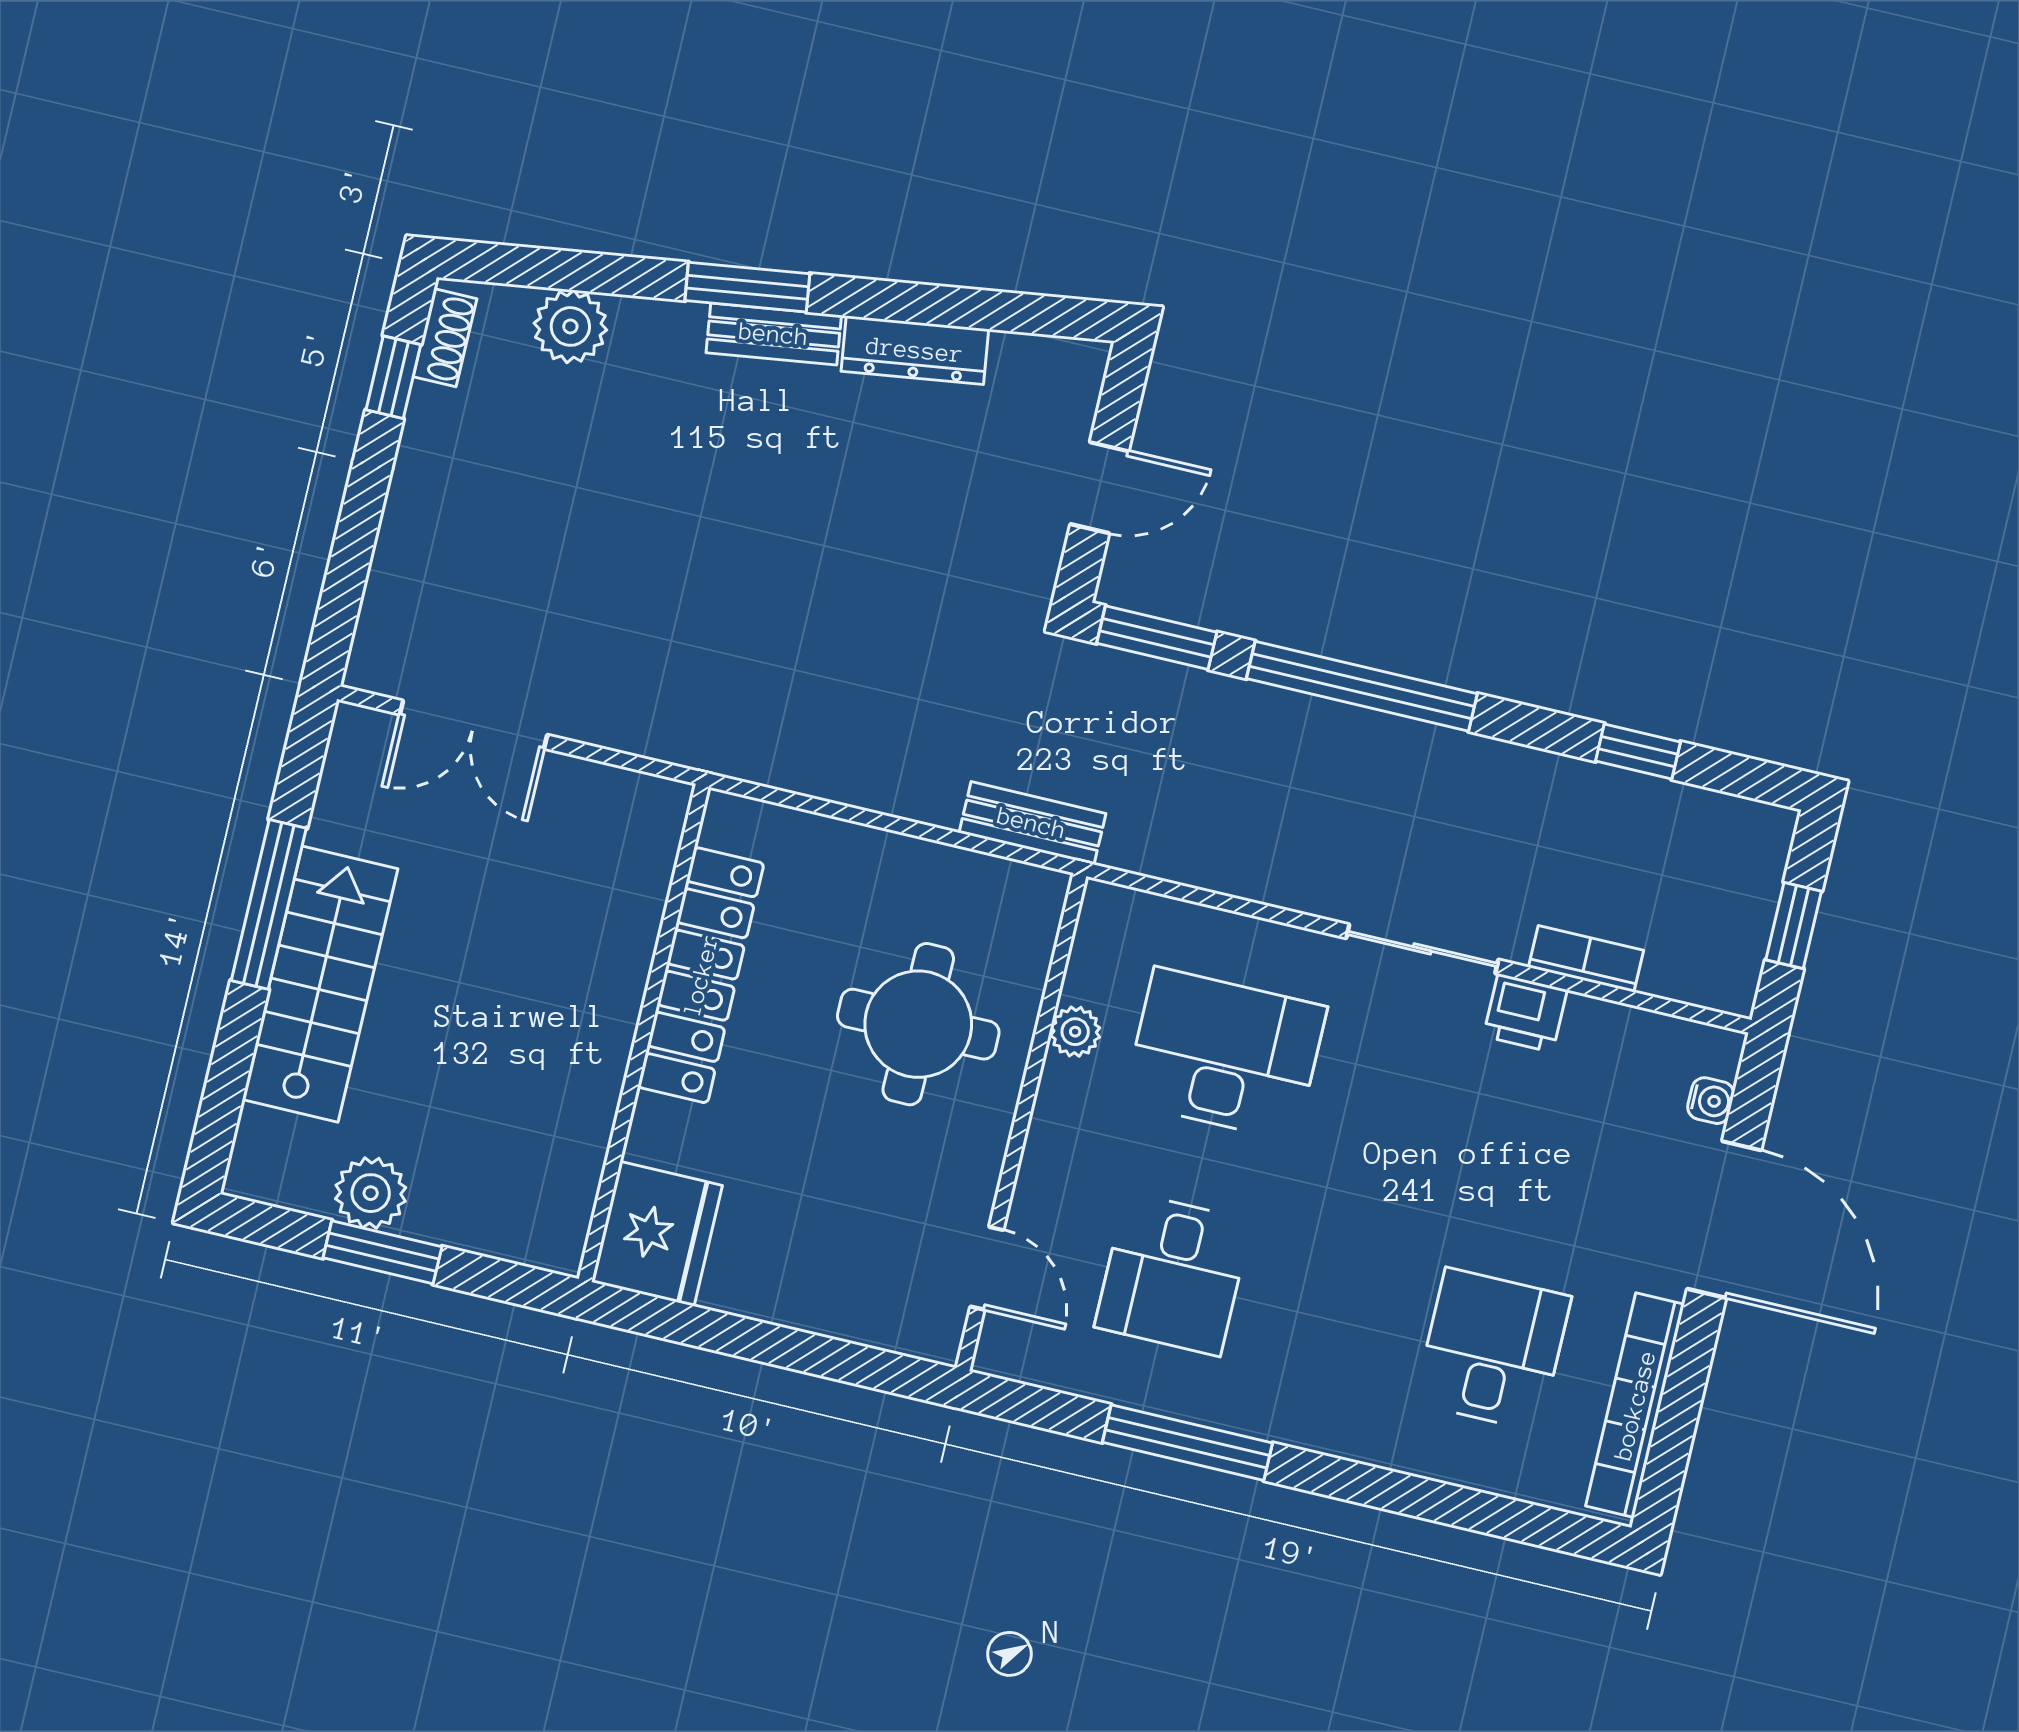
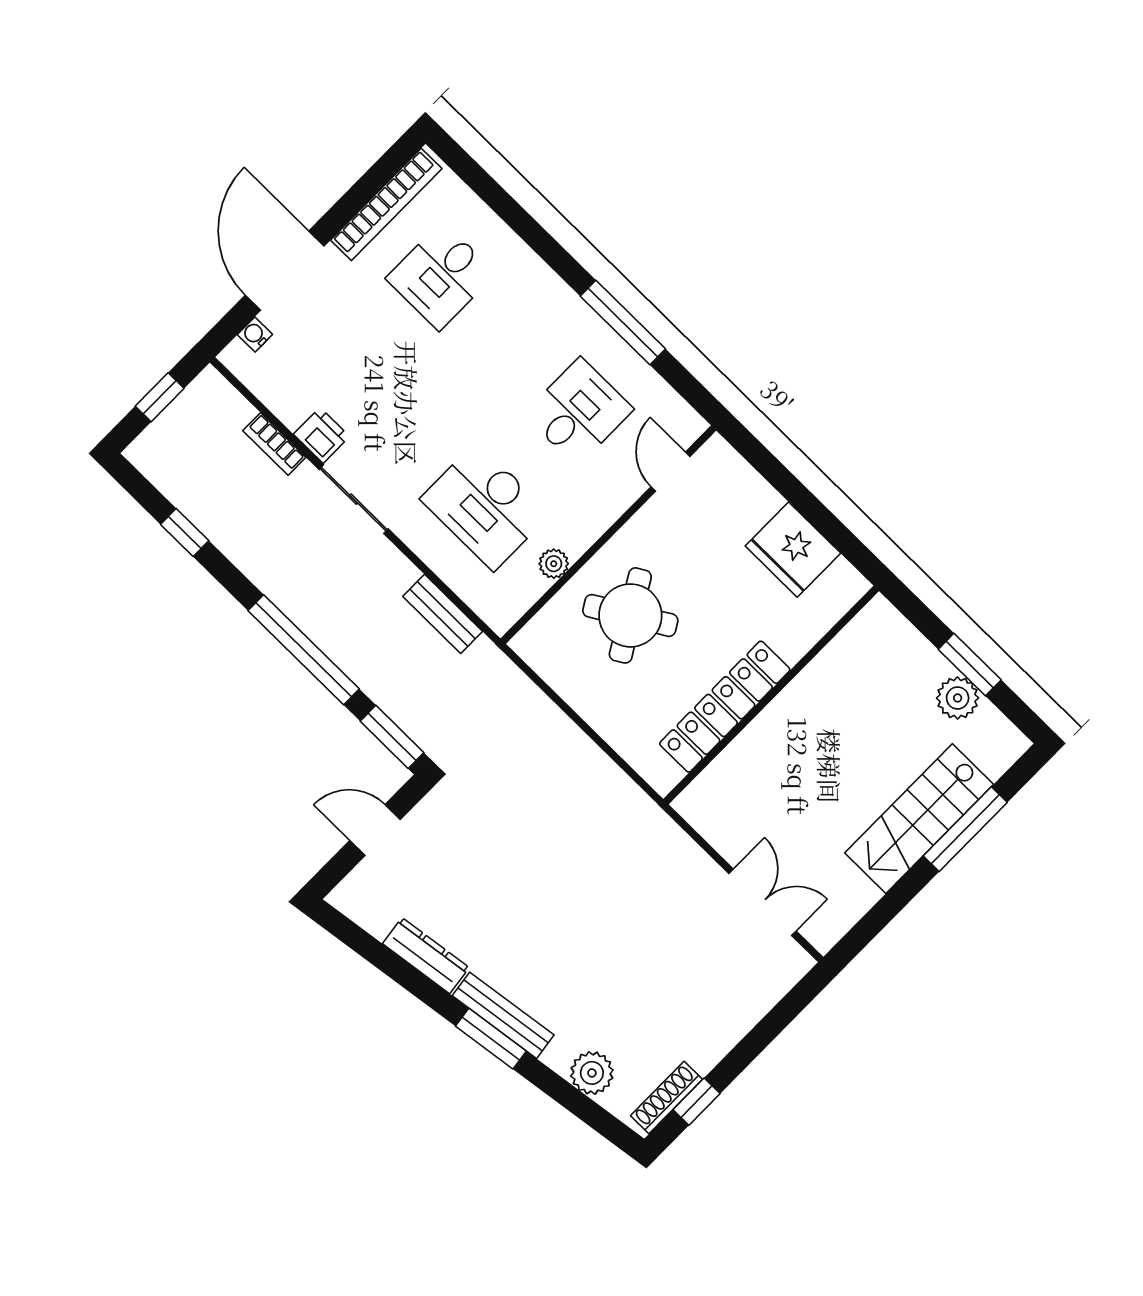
bench: (774, 334) -> (503, 1015), width x1.36
shoe rack: (445, 338) -> (666, 1098), width x1.43
bench: (1032, 823) -> (443, 614), moved
window: (269, 904) -> (965, 829), moved
round table: (918, 1024) -> (630, 615), turned -31
fridge: (657, 1234) -> (793, 550), moved, turned -90

